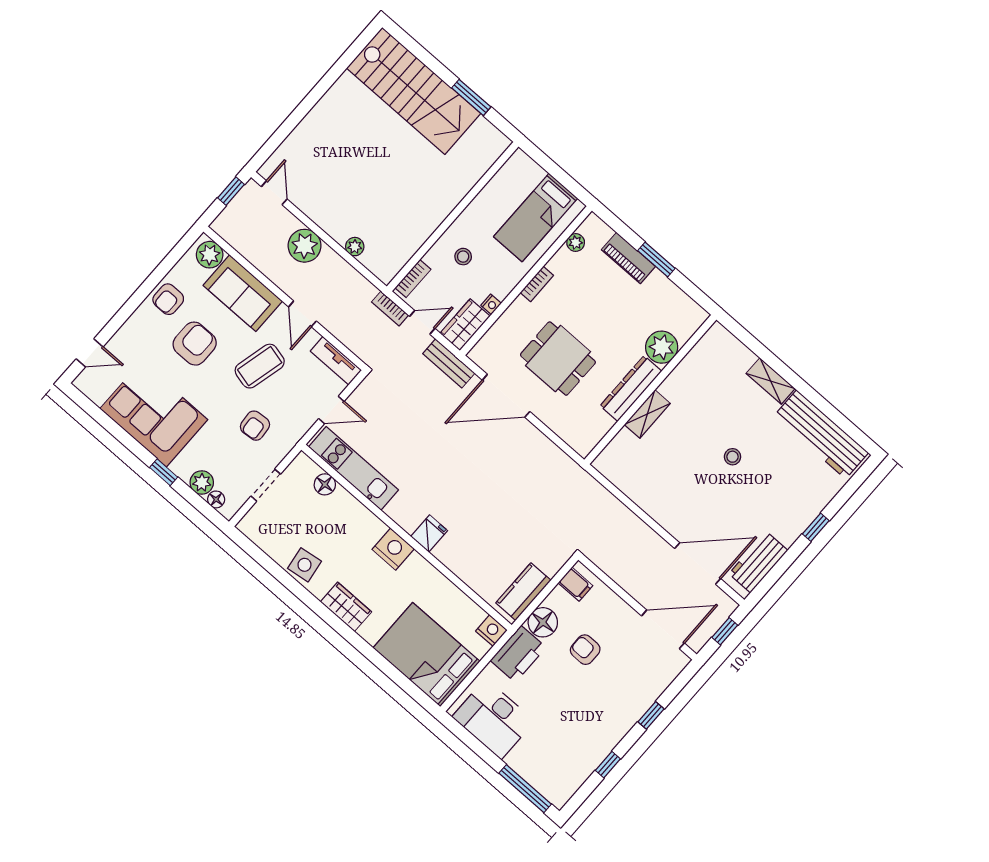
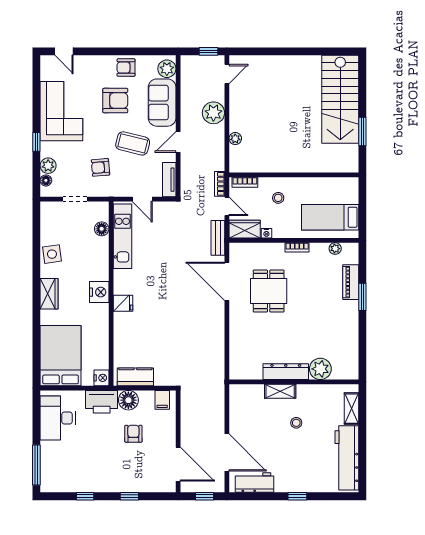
plant: (662, 347) -> (320, 369), moved
dresser: (631, 388) -> (286, 372), moved
wall: (650, 390) -> (294, 382), moved
shelving: (647, 414) -> (280, 391), moved

